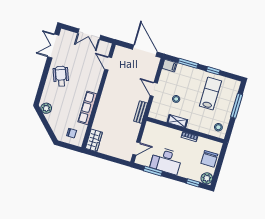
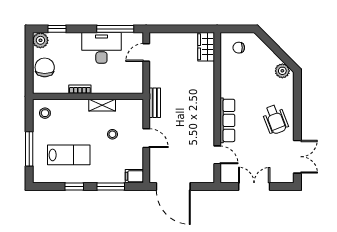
lab bench: (210, 94) -> (69, 155), turned -90
row of seats: (88, 108) -> (227, 120), moved
window: (153, 171) -> (115, 29), width x1.44

